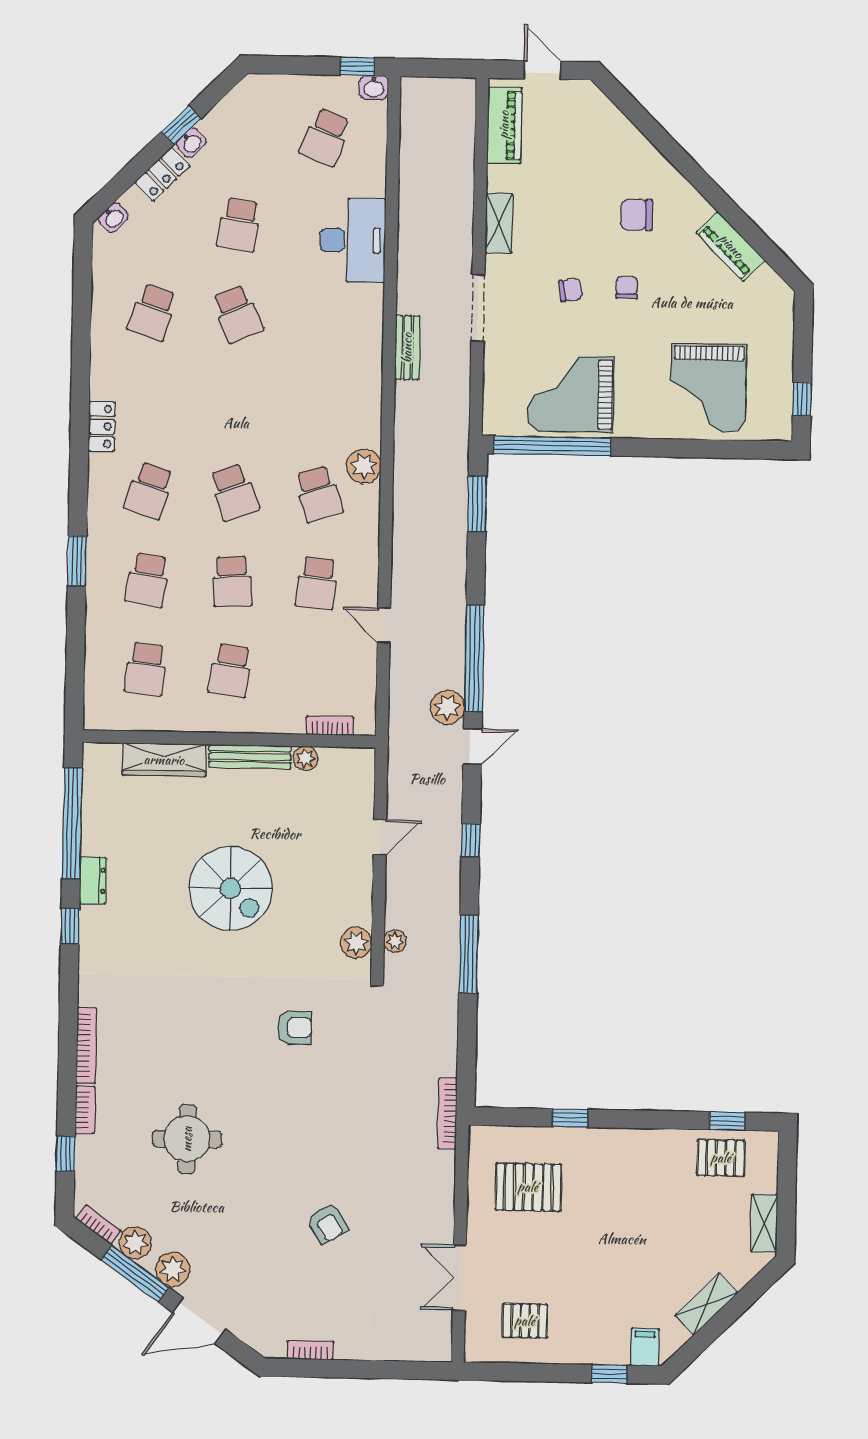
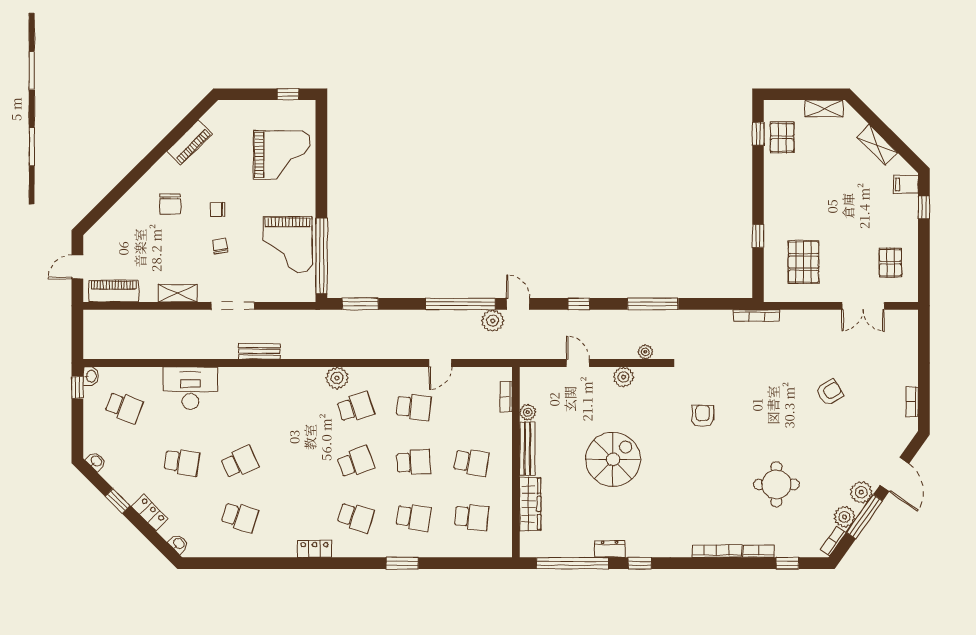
washbasin: (191, 143) -> (96, 461), moved
plant: (356, 943) -> (624, 377), moved

